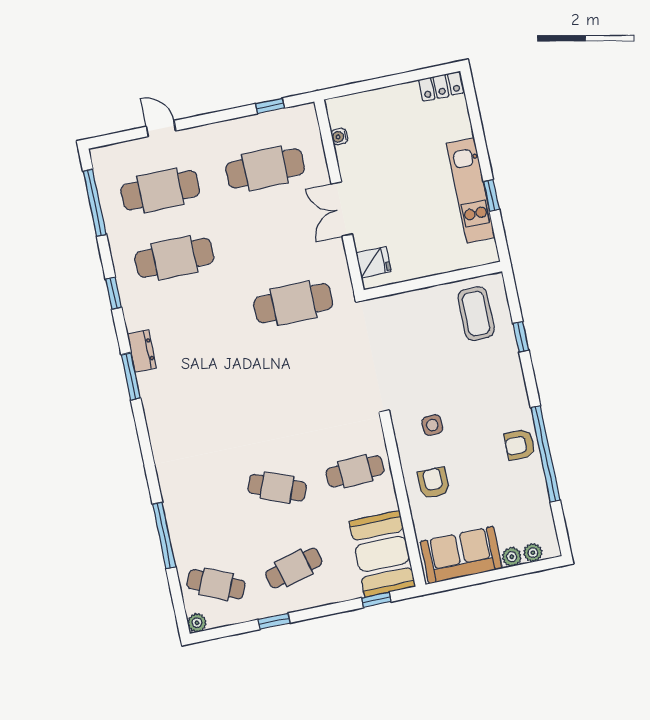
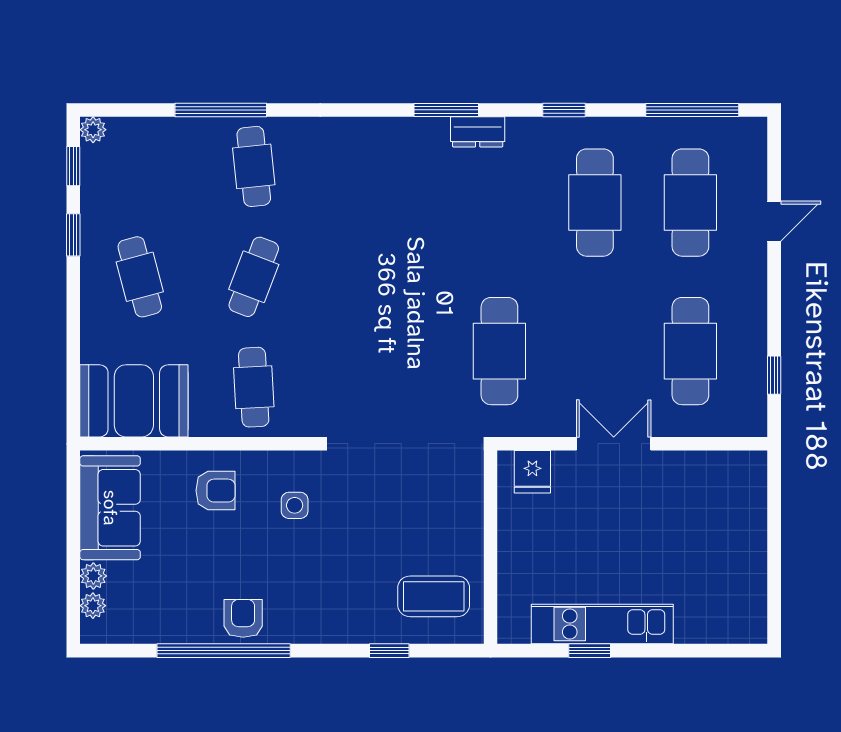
locker: (441, 86) -> (752, 613), removed
water cooler: (339, 137) -> (713, 461), removed
cafe table: (216, 584) -> (254, 166), moved, turned -30
window: (376, 600) -> (73, 166), moved

